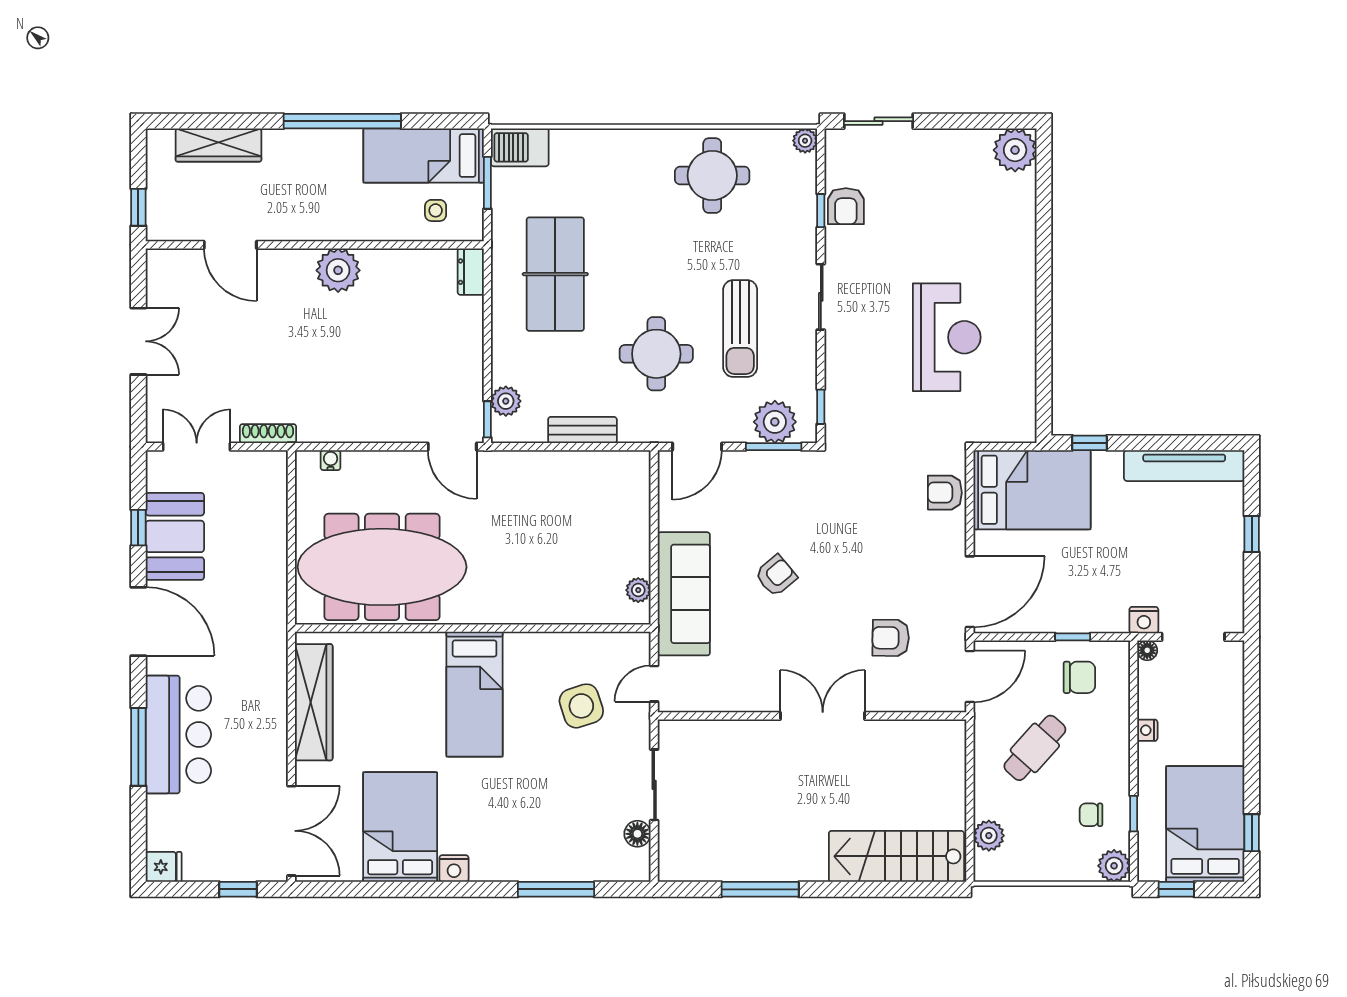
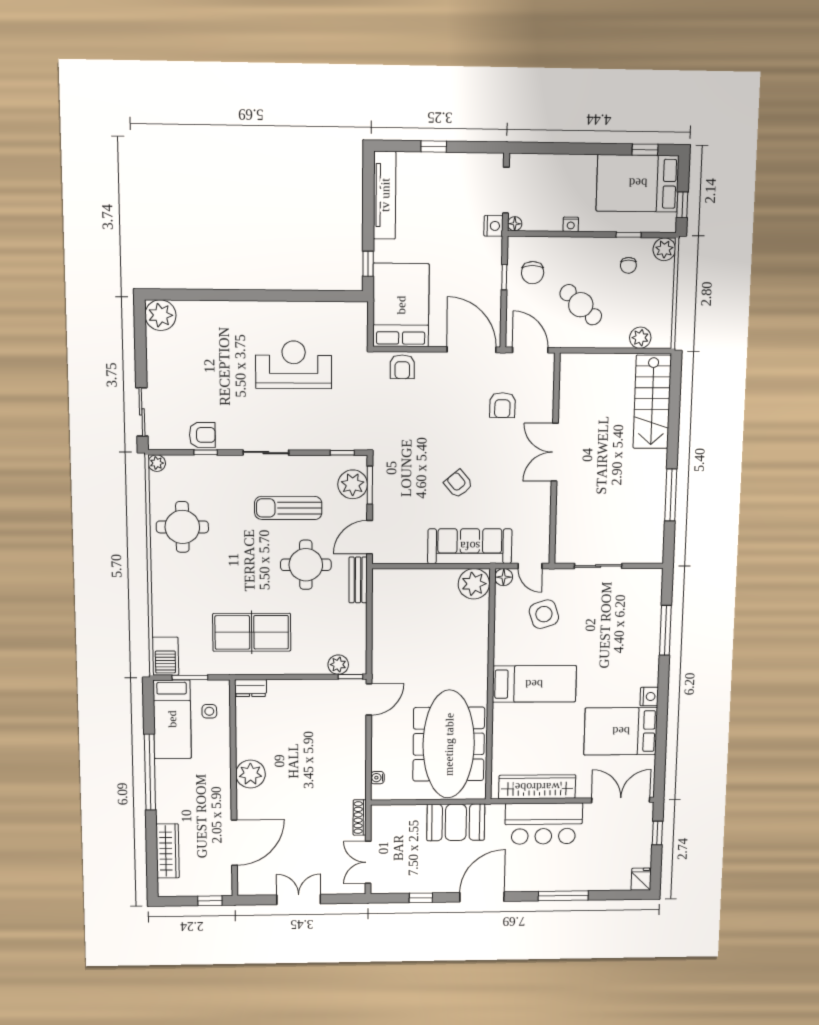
door: (230, 245) -> (234, 843), width x1.36
sun lounger: (740, 328) -> (288, 508), turned 180
bench: (582, 430) -> (358, 580), moved
door: (697, 447) -> (370, 537), swing flipped
booth: (175, 536) -> (456, 822), moved
plant: (638, 590) -> (474, 584), width x1.88, depth x1.88
chair: (1079, 677) -> (533, 273), turned 180
bar counter: (178, 735) -> (544, 824), moved, turned 180
floor lamp: (637, 834) -> (504, 577), moved

